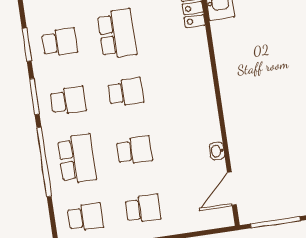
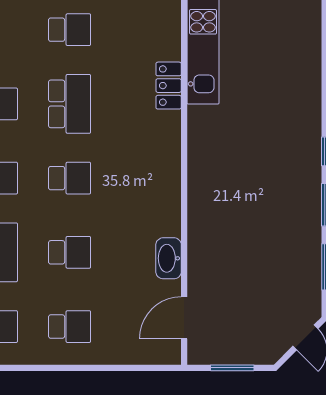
washbasin: (217, 151) -> (169, 258), width x1.91, depth x1.45
window: (275, 222) -> (232, 368), width x0.69

